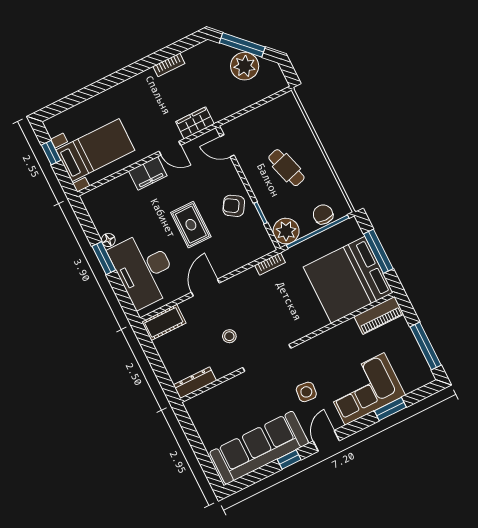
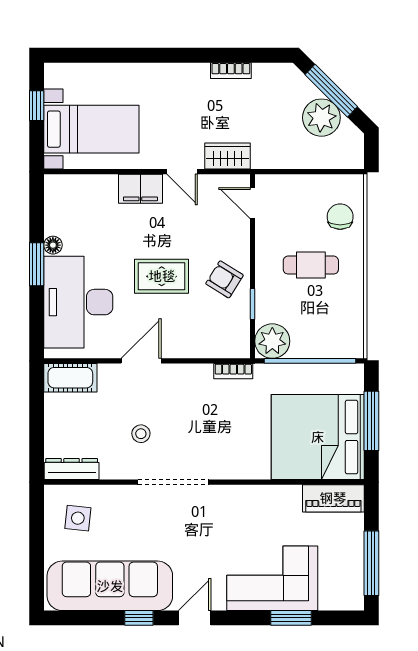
cafe table: (286, 168) -> (311, 265), turned -73
chair: (323, 214) -> (340, 217), moved
rug: (191, 225) -> (162, 276), turned 90
side table: (306, 392) -> (78, 518), moved

